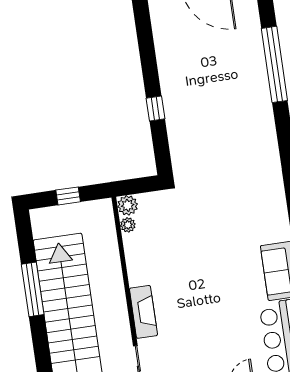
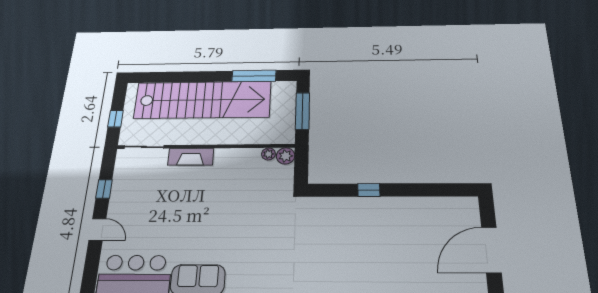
window: (68, 196) -> (303, 111), width x2.17
window: (33, 289) -> (254, 76), moved

